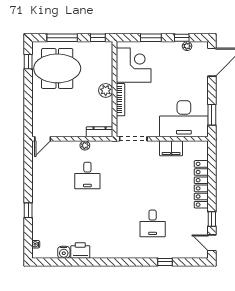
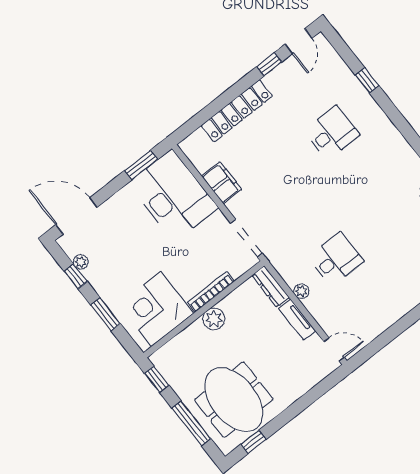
tv unit: (72, 132) -> (297, 320), added

